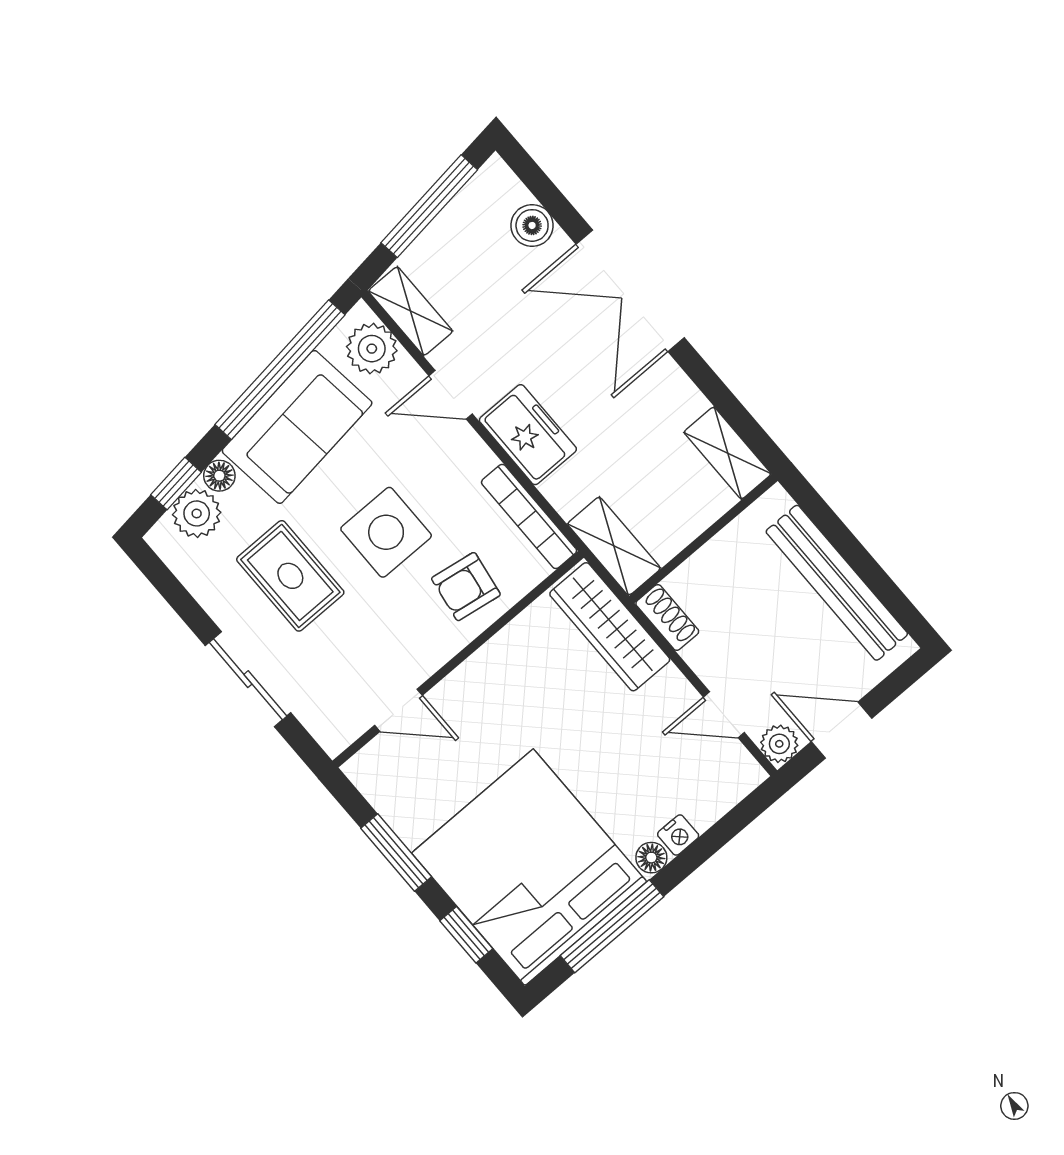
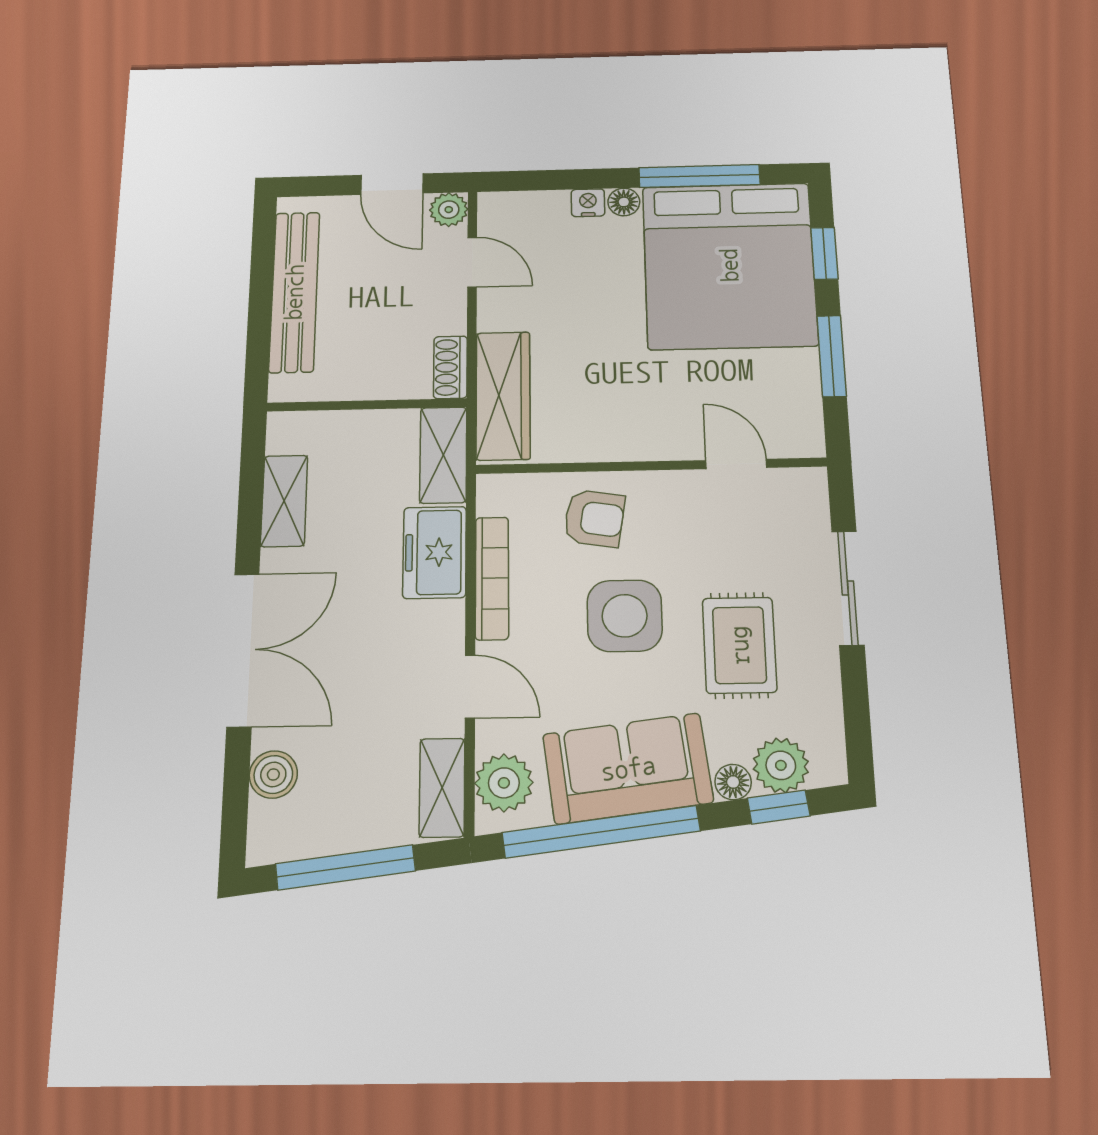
freezer: (528, 435) -> (435, 552), moved
shelving: (728, 453) -> (284, 501), moved
bookcase: (529, 516) -> (492, 578), moved

